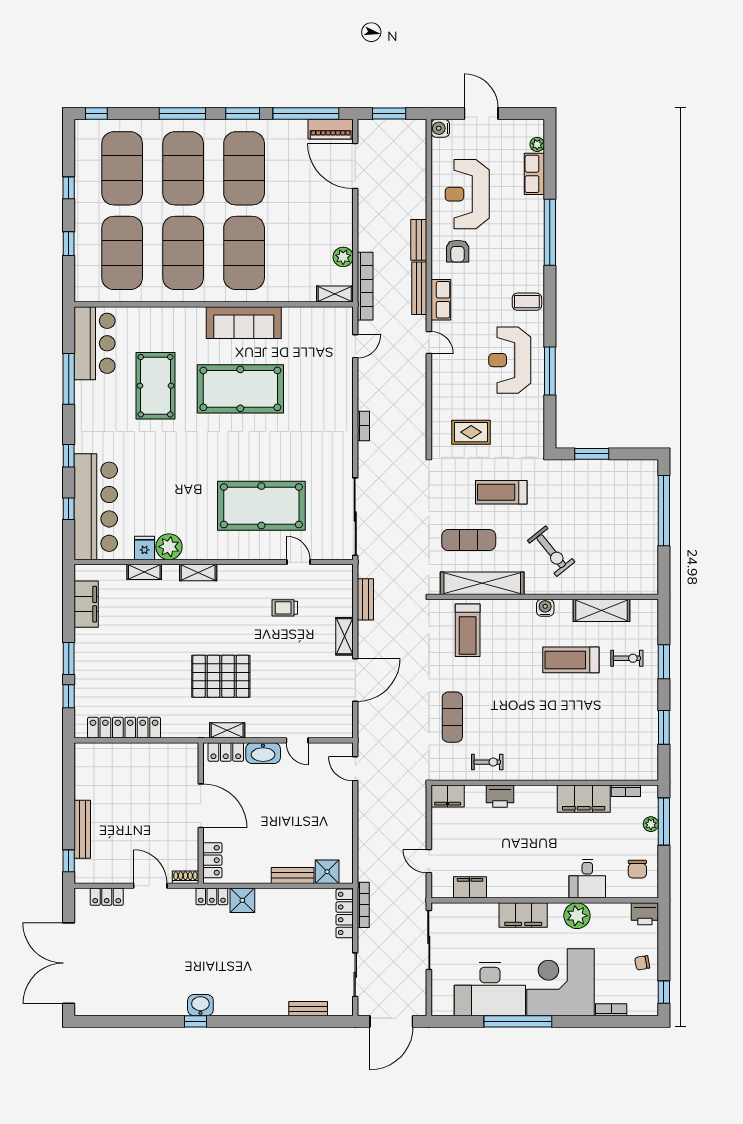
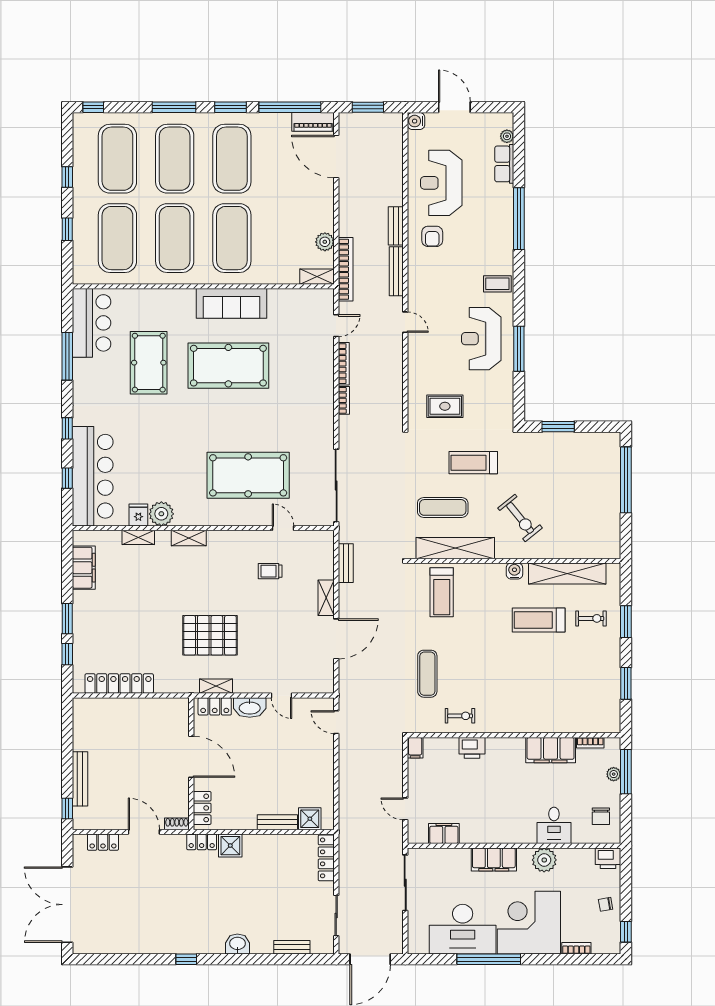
row of seats: (441, 300) -> (416, 282), removed
shelving: (601, 610) -> (567, 574), width x1.47
filing cabinet: (448, 796) -> (415, 748), width x0.50
bookcase: (363, 905) -> (344, 364), moved
washbasin: (200, 1005) -> (237, 944), moved

